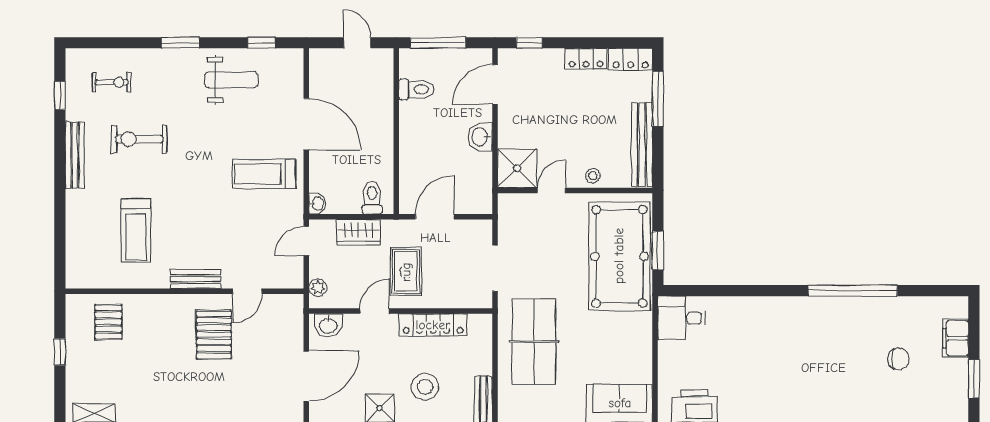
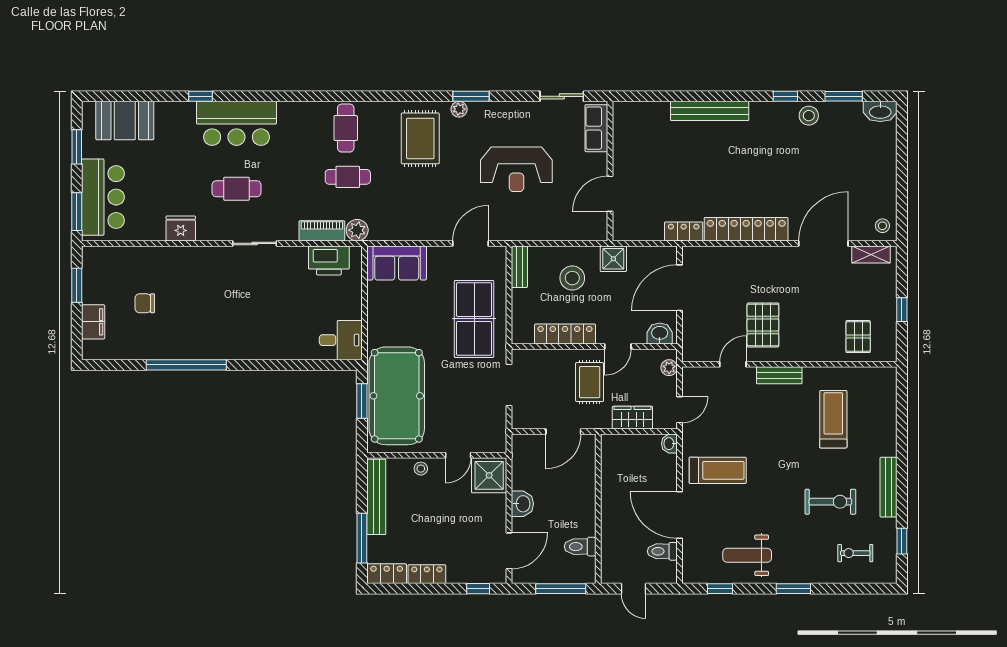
toilet: (372, 198) -> (662, 551), moved, turned 90

